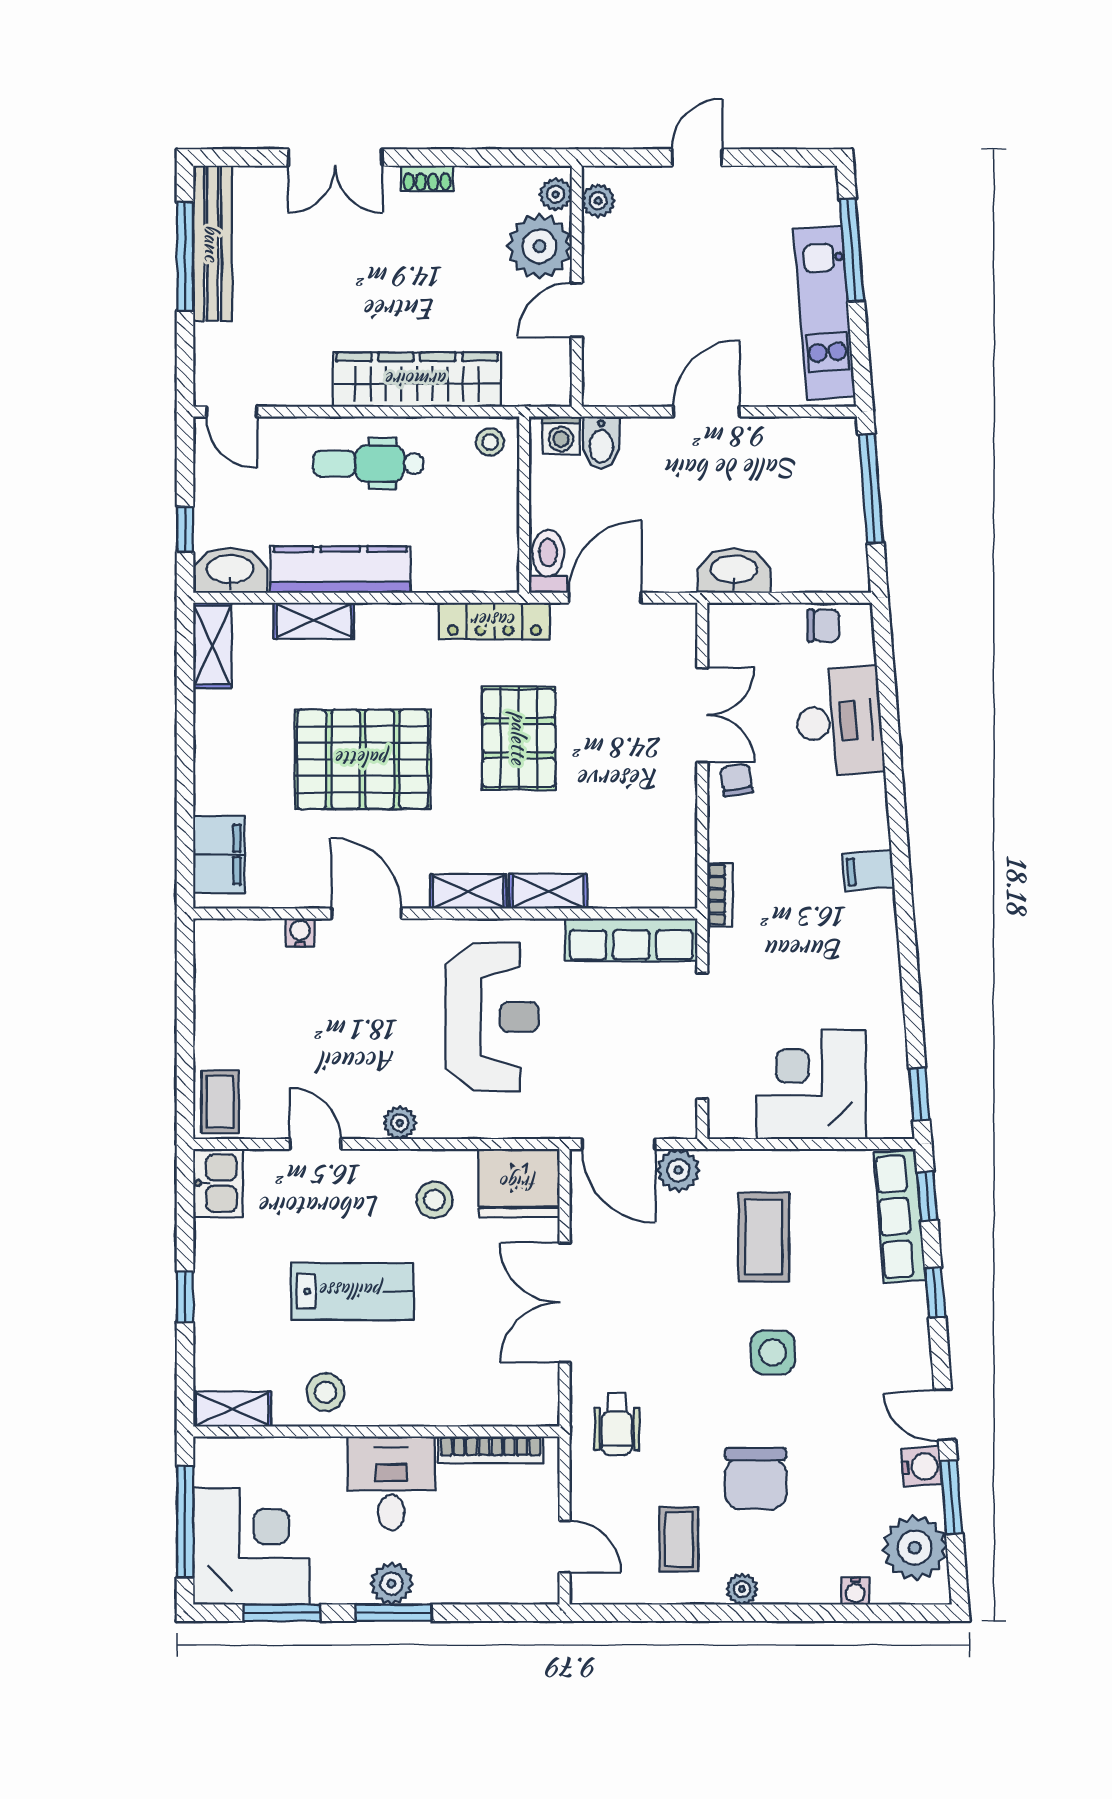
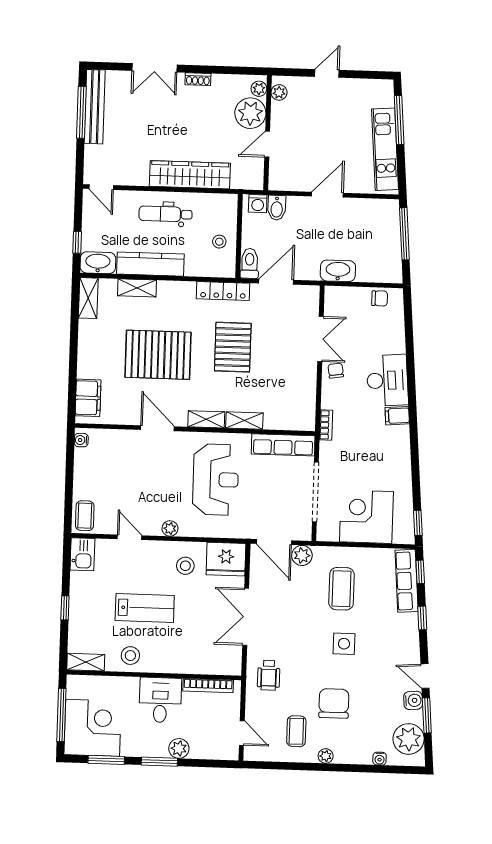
stool: (490, 442) -> (219, 242), moved
desk: (839, 722) -> (387, 380), moved
water cooler: (300, 932) -> (81, 440), moved, turned -90
chair: (756, 1478) -> (334, 703), turned 180
plant: (392, 1584) -> (179, 748), moved

